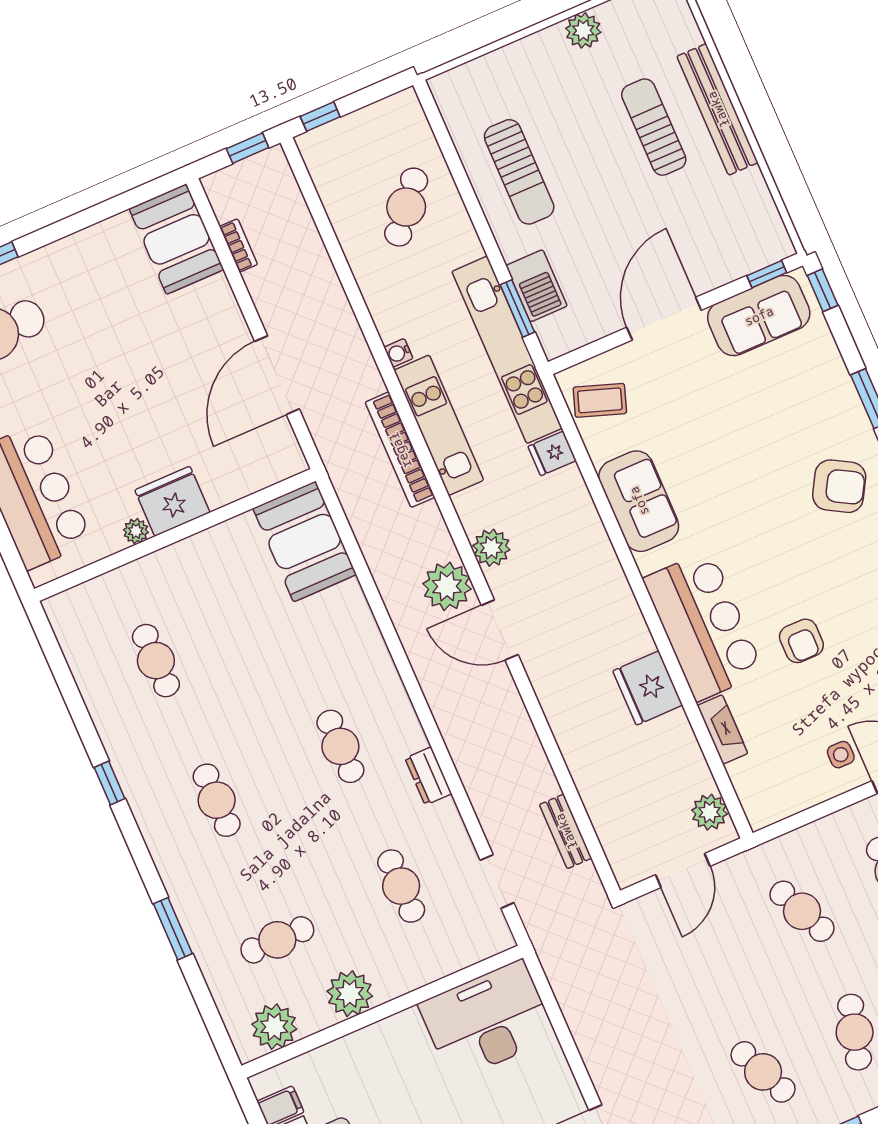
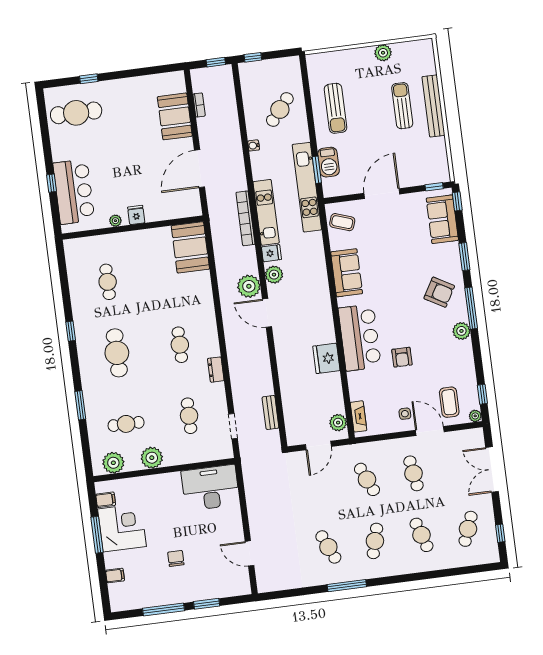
booth: (177, 239) -> (175, 116), moved
sofa: (759, 316) -> (442, 219), moved, turned 90
water cooler: (398, 353) -> (254, 145), moved
fridge: (552, 453) -> (271, 253), moved, turned 180
fridge: (172, 501) -> (136, 215), width x0.53, depth x0.75
fireplace: (722, 729) -> (359, 416), moved
cafe table: (217, 800) -> (117, 353), width x1.37, depth x1.35

